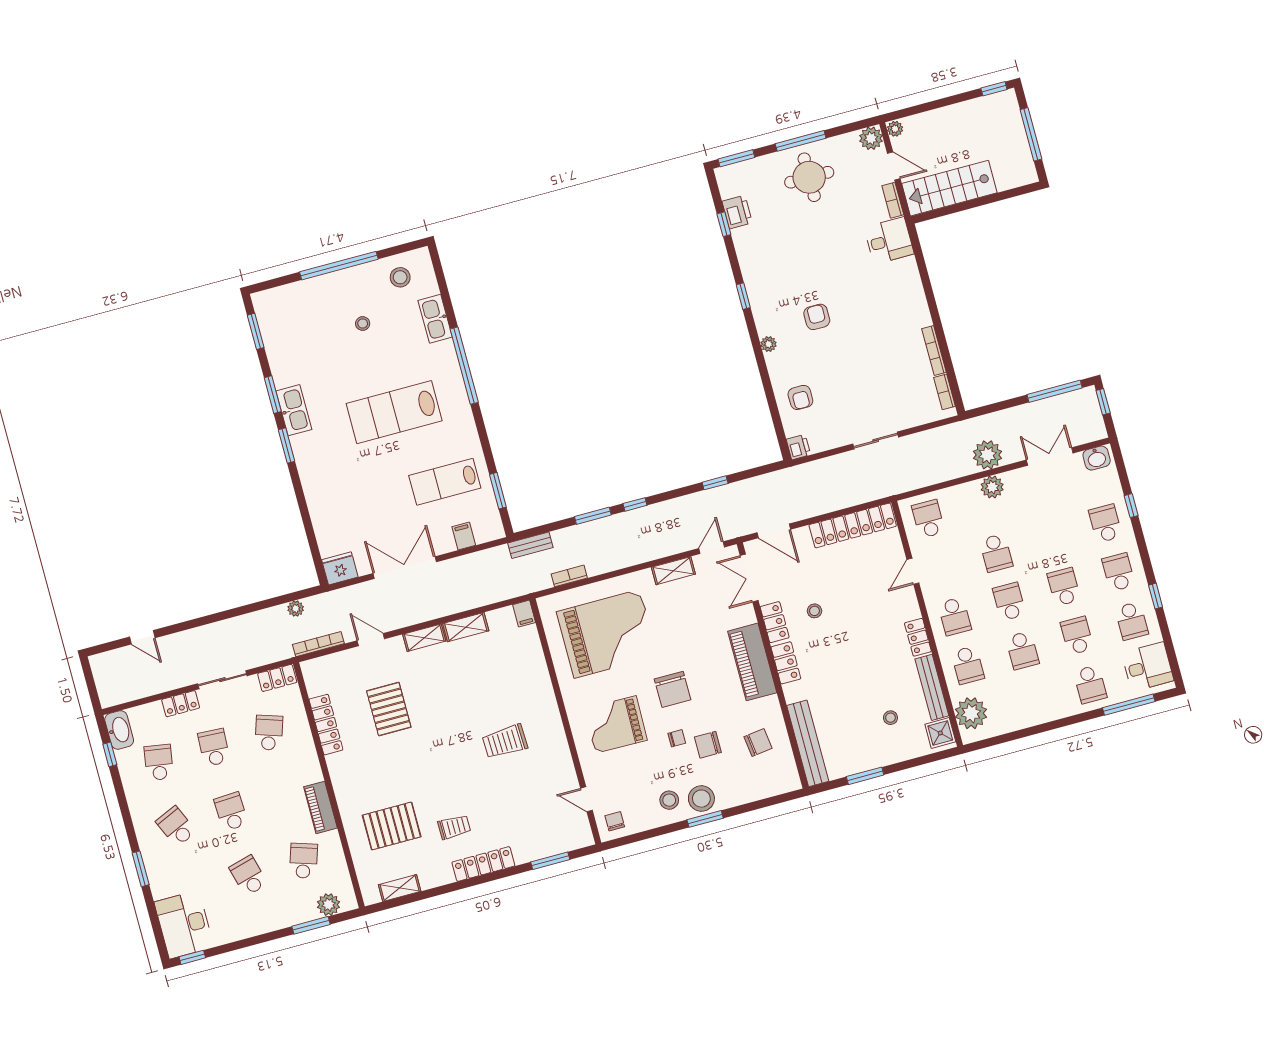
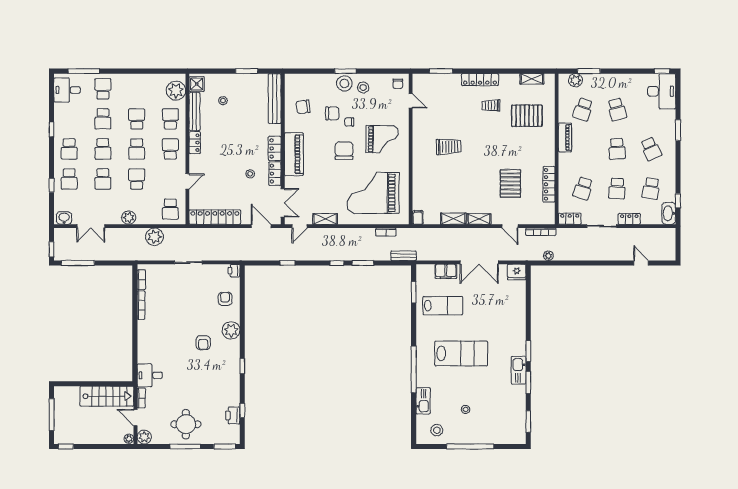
plant: (769, 344) -> (231, 330), width x1.88, depth x1.88
plant: (987, 455) -> (154, 237), moved
filing cabinet: (464, 536) -> (446, 271), width x2.00
school desk: (1132, 621) -> (103, 179), moved, turned 180

